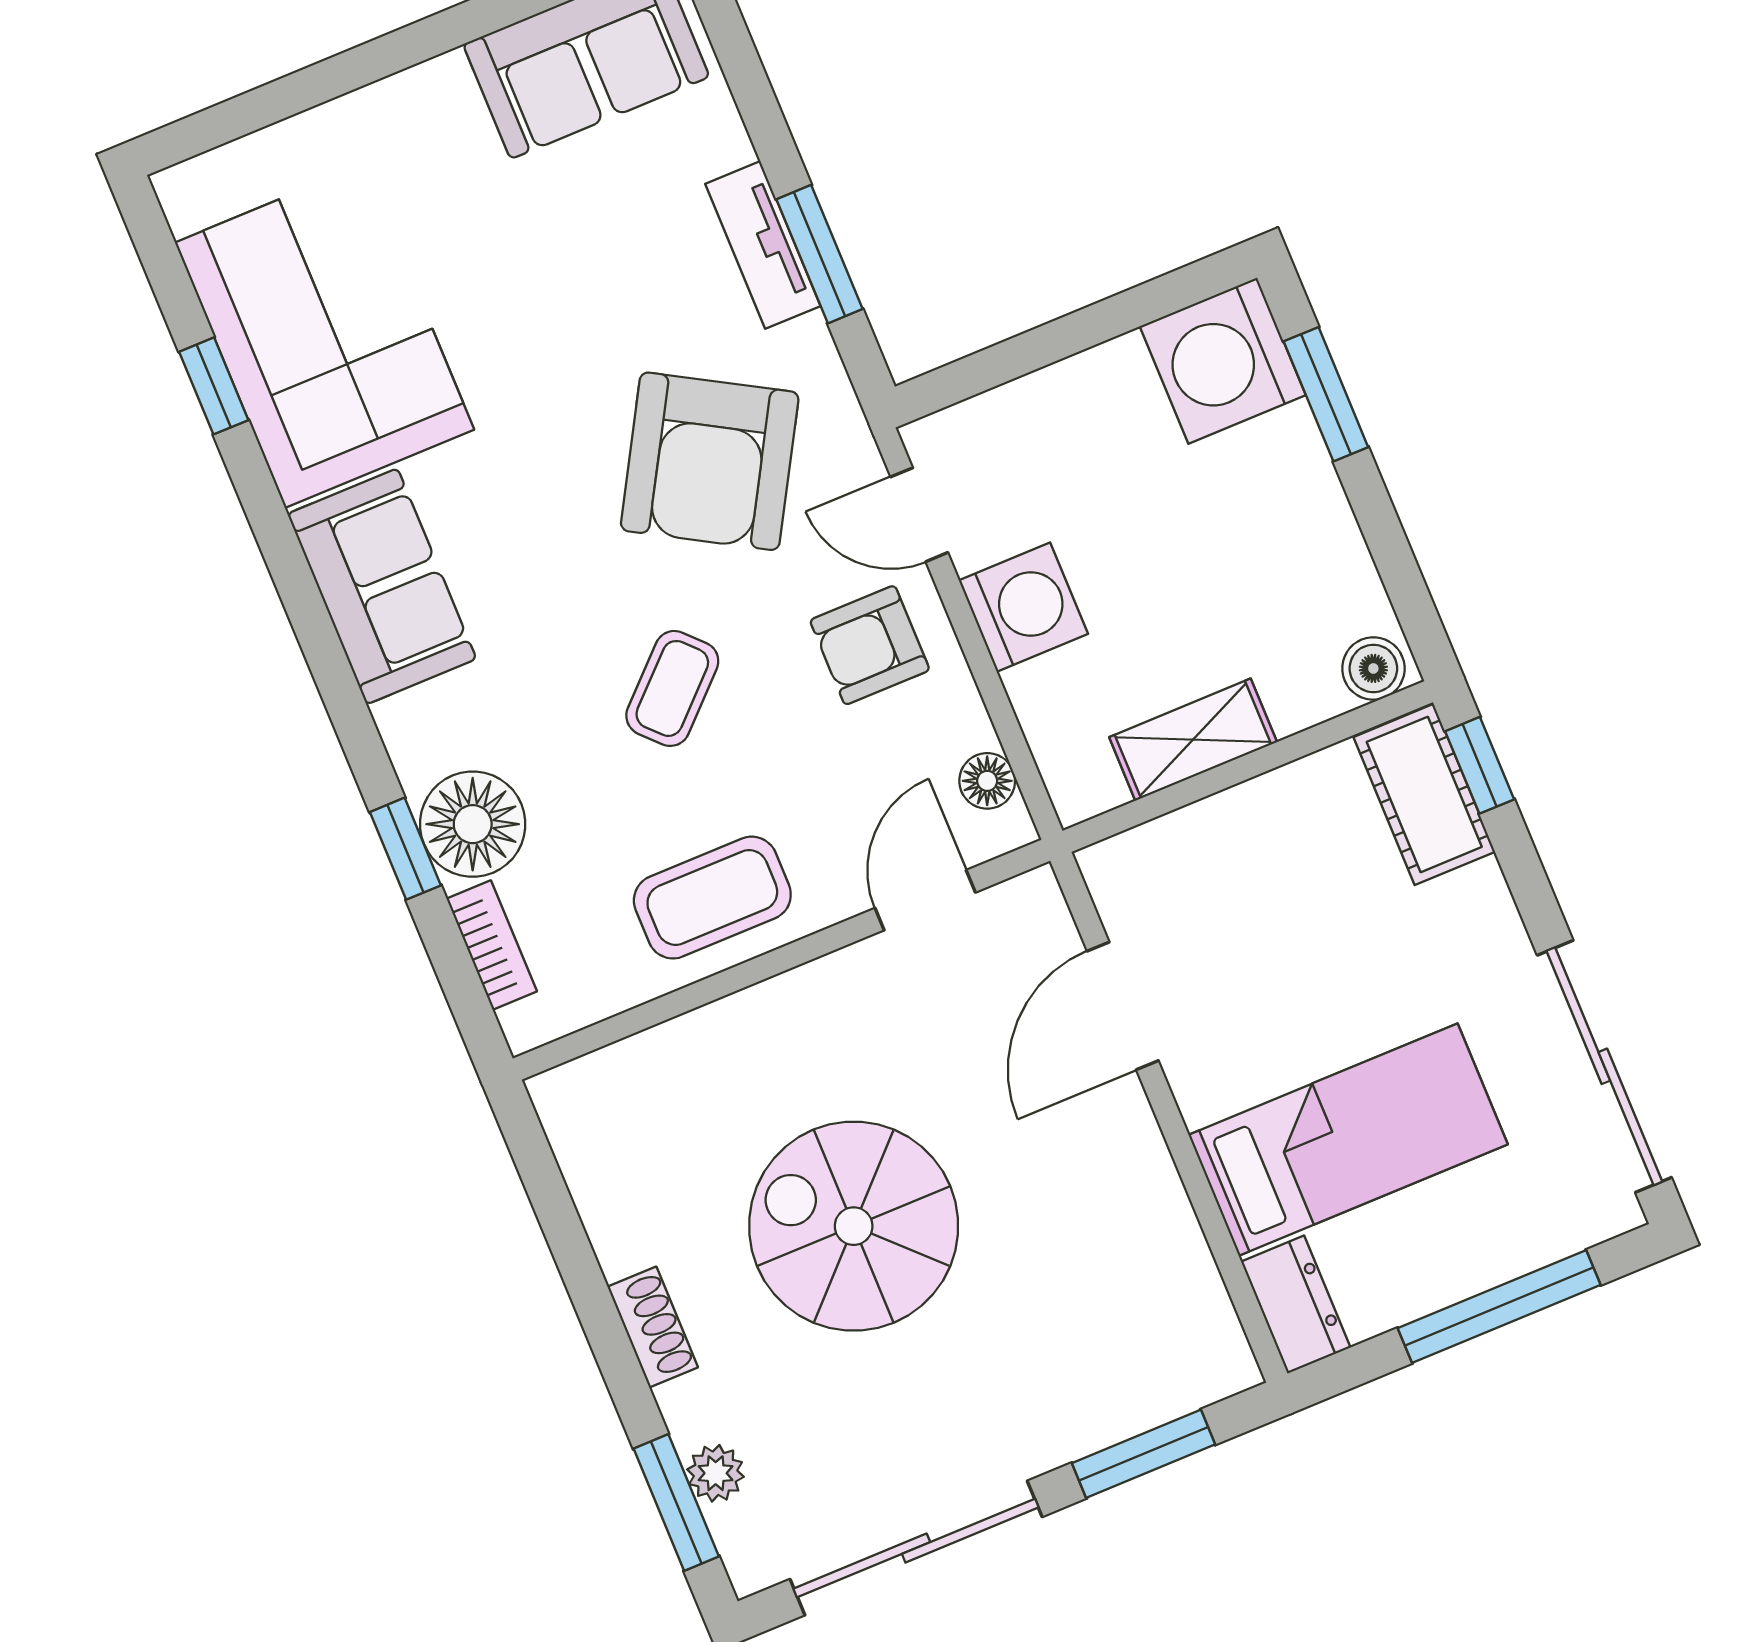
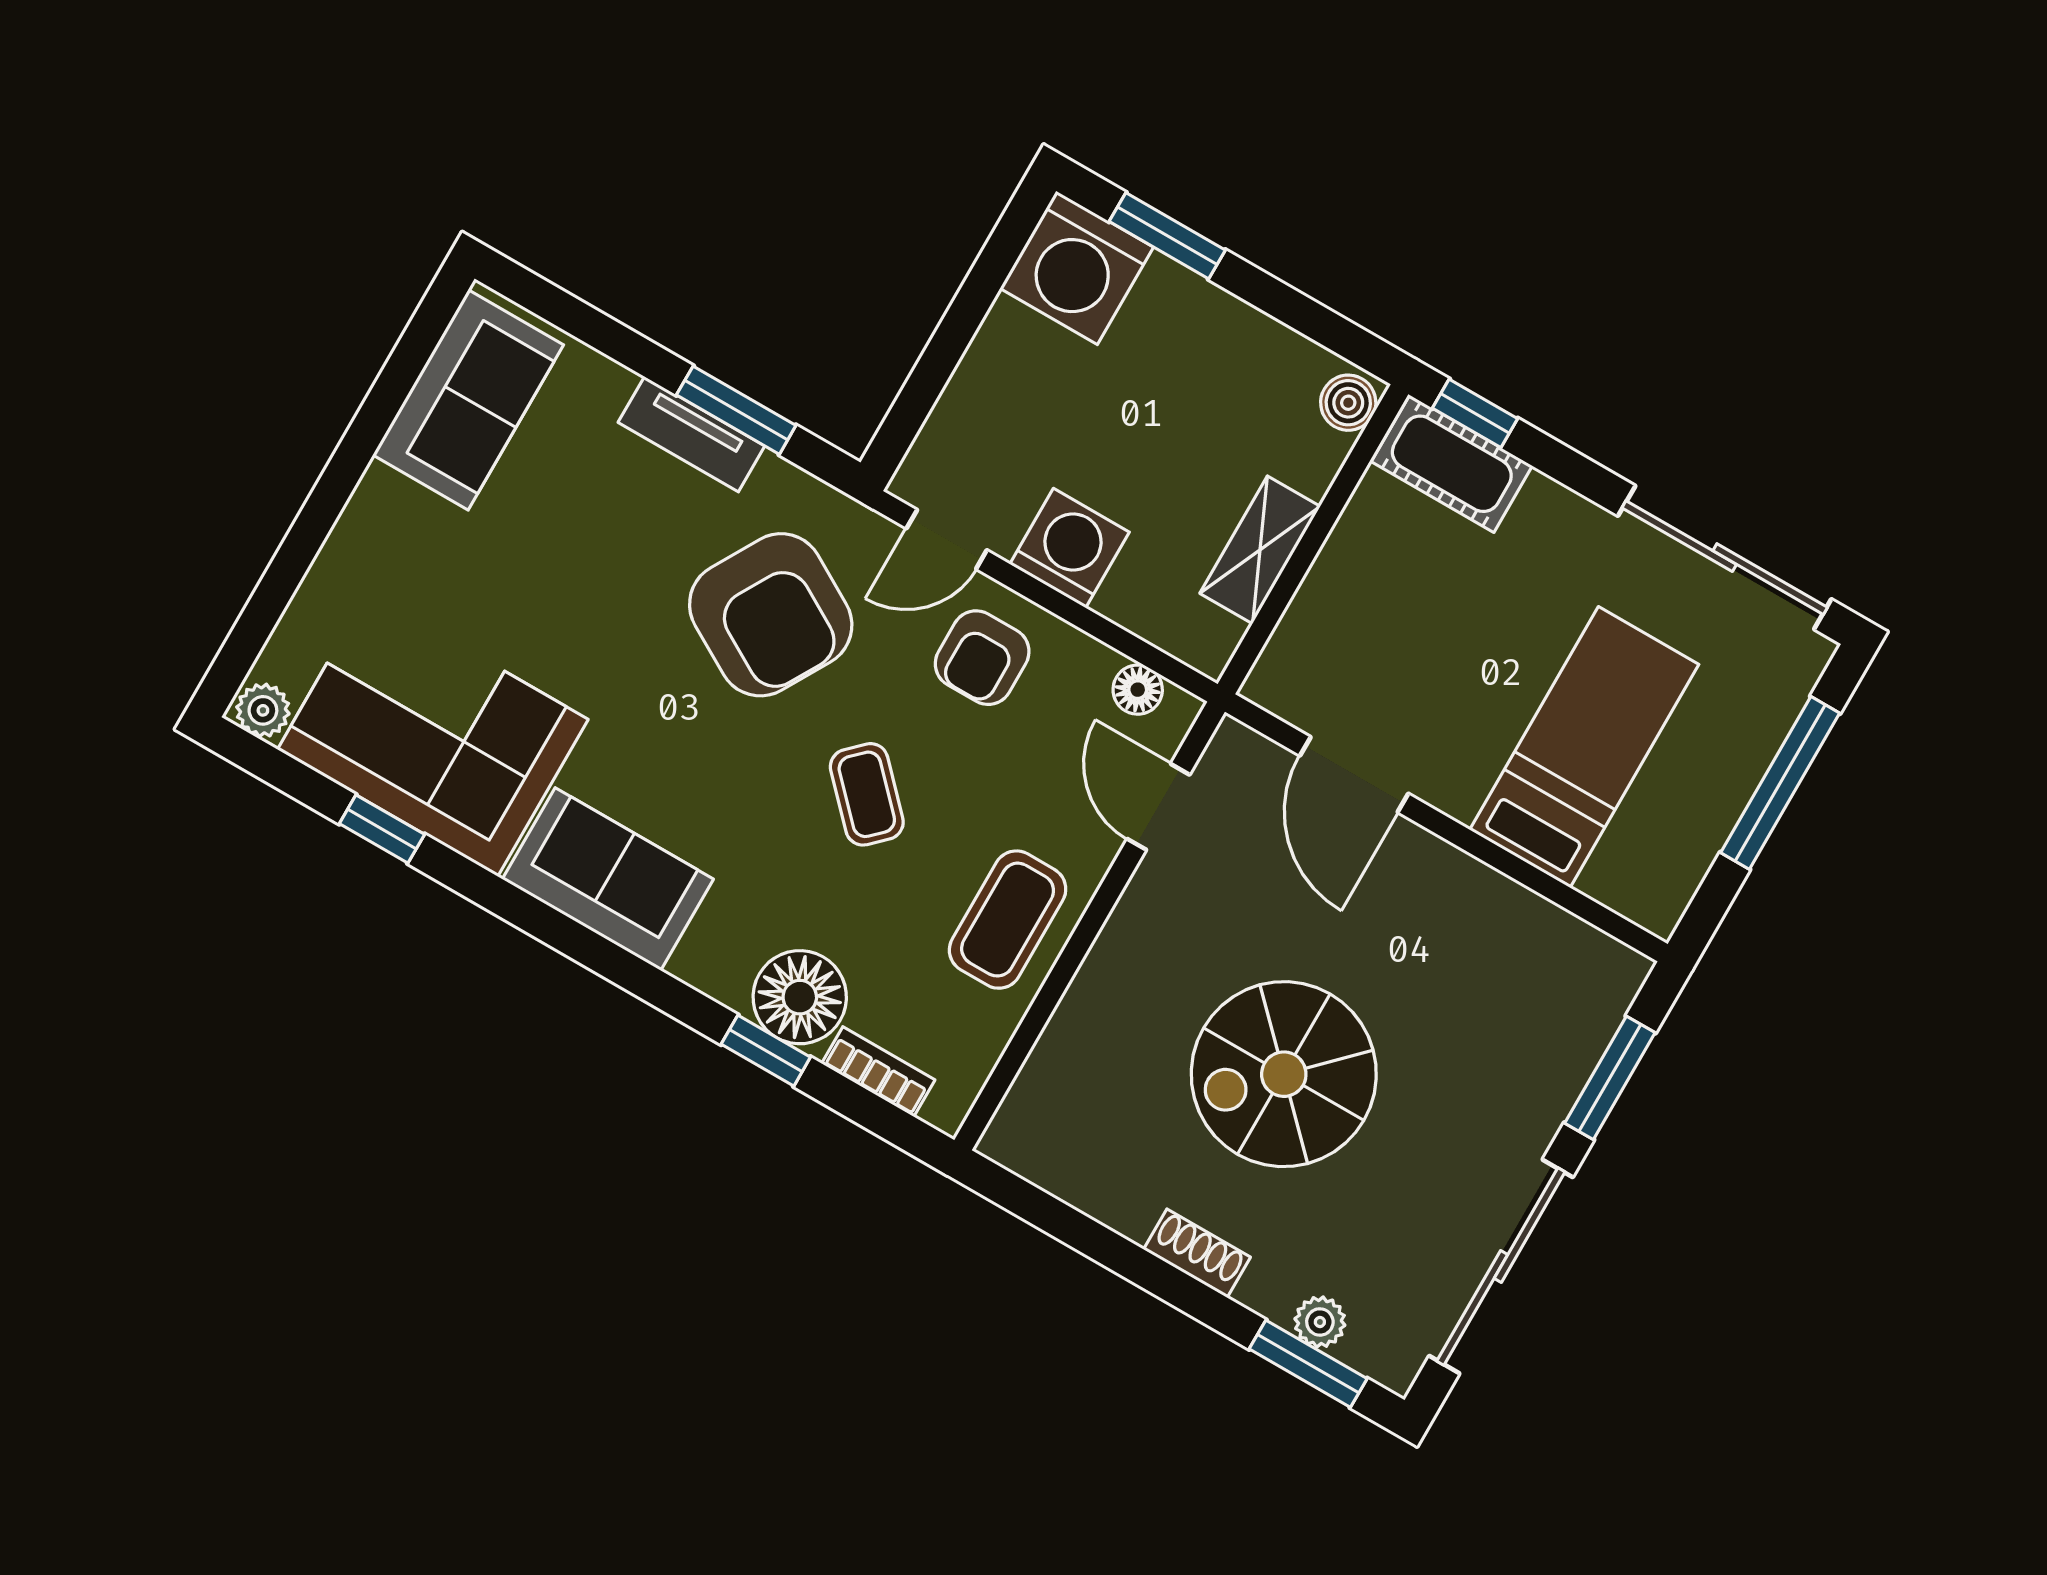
plant: (189, 198) -> (263, 710), added
dresser: (1296, 1305) -> (1636, 891), removed

